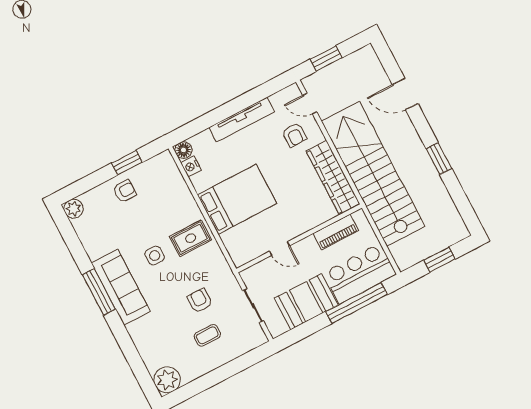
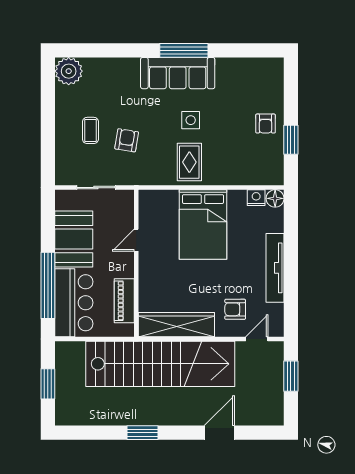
plant: (74, 209) -> (274, 67), removed
armchair: (200, 301) -> (127, 140), turned -81

